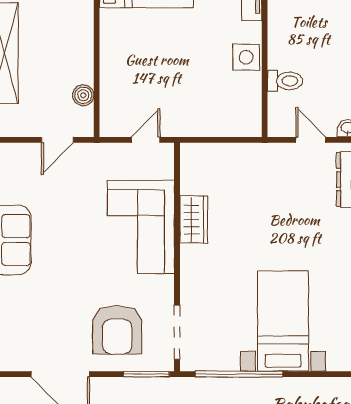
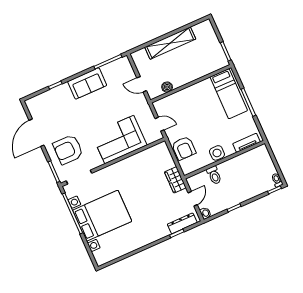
armchair: (210, 115) -> (184, 148), added
wardrobe: (194, 220) -> (175, 180), moved, turned 90
bed with nightstands: (283, 321) -> (102, 216), width x1.36

